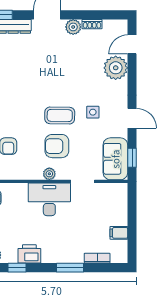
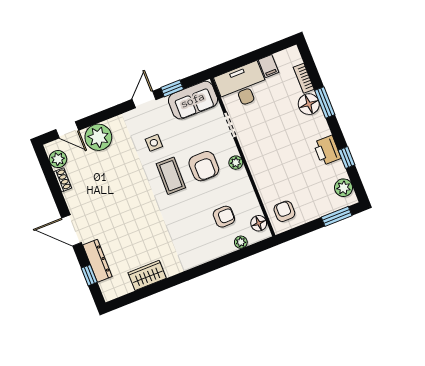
plant: (73, 27) -> (58, 159), moved
window: (132, 158) -> (172, 88), moved
desk: (49, 199) -> (242, 86), moved, turned 90
floor lamp: (74, 254) -> (309, 104), added

